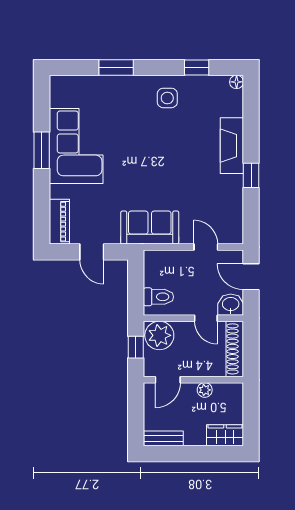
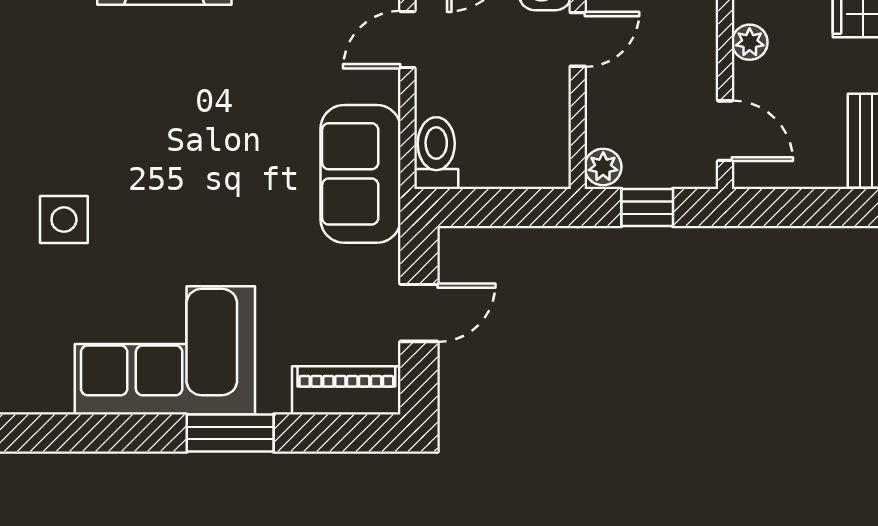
side table: (167, 98) -> (64, 220), moved
window: (42, 150) -> (230, 433), moved
toilet: (158, 297) -> (436, 153), moved
plant: (159, 335) -> (603, 167), width x0.53, depth x0.53

